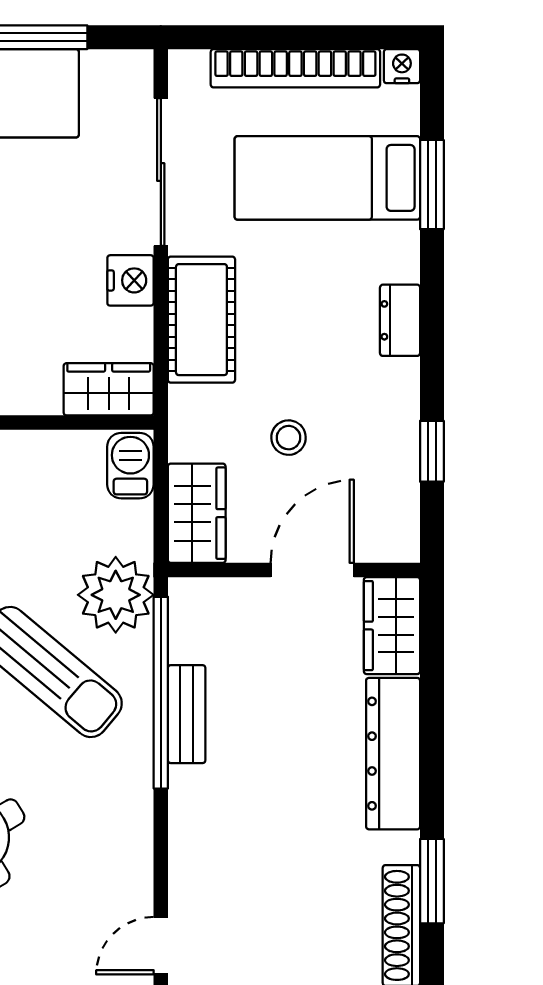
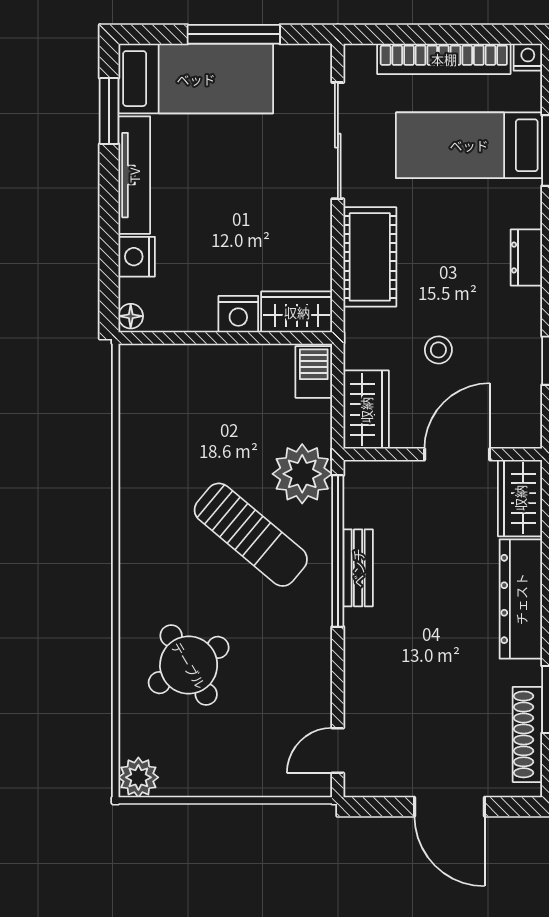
nightstand: (130, 280) -> (238, 314), moved, turned 90

